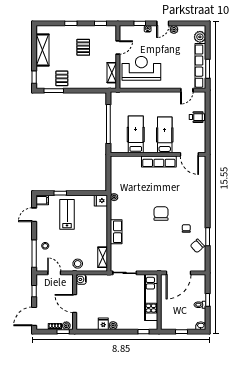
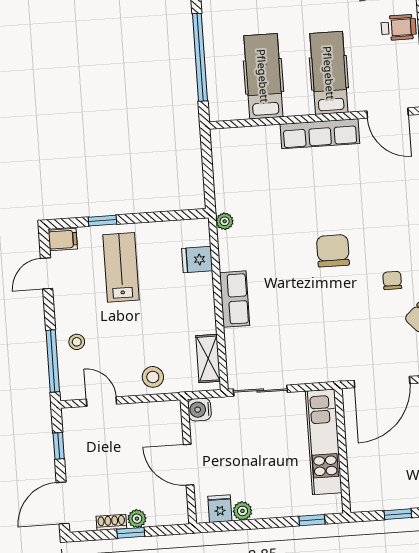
fridge: (101, 201) -> (197, 260), moved
water cooler: (81, 279) -> (199, 410), moved
wall: (75, 302) -> (188, 462), moved
door: (75, 303) -> (189, 465), moved

